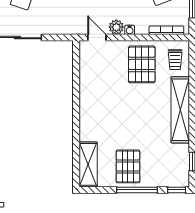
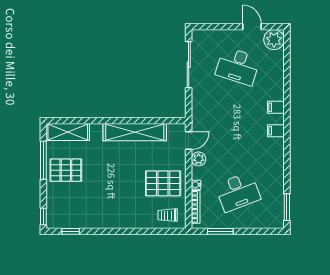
water cooler: (130, 30) -> (196, 185), moved
shelving: (180, 110) -> (135, 132), moved
window: (137, 190) -> (43, 160), moved

